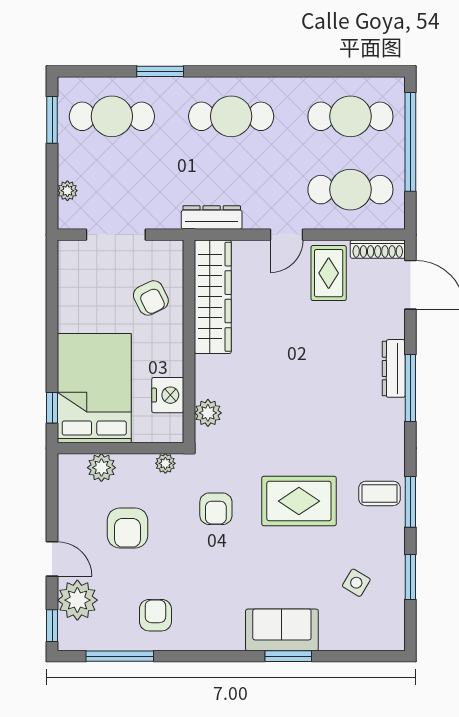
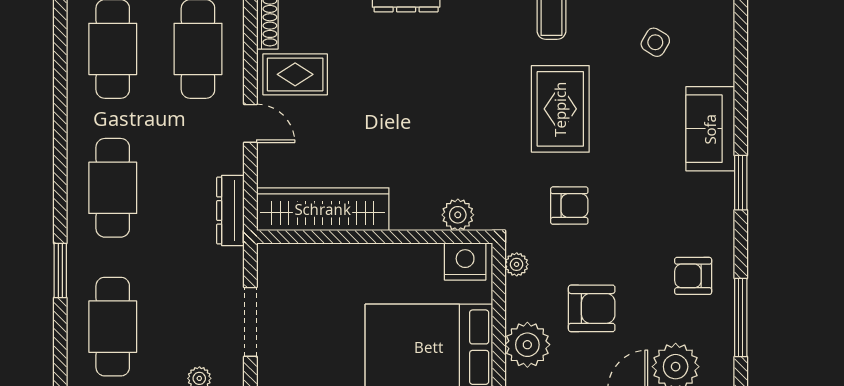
armchair: (151, 298) -> (324, 281), removed
nightstand: (168, 395) -> (465, 262), moved
plant: (101, 468) -> (527, 345), width x1.36, depth x1.36
window: (288, 656) -> (741, 183), moved

